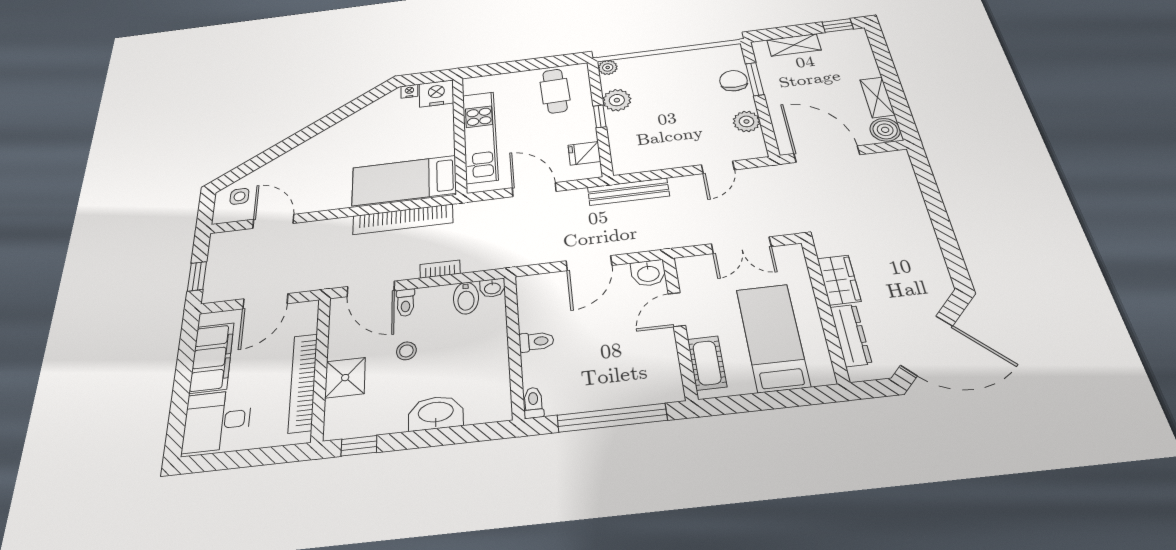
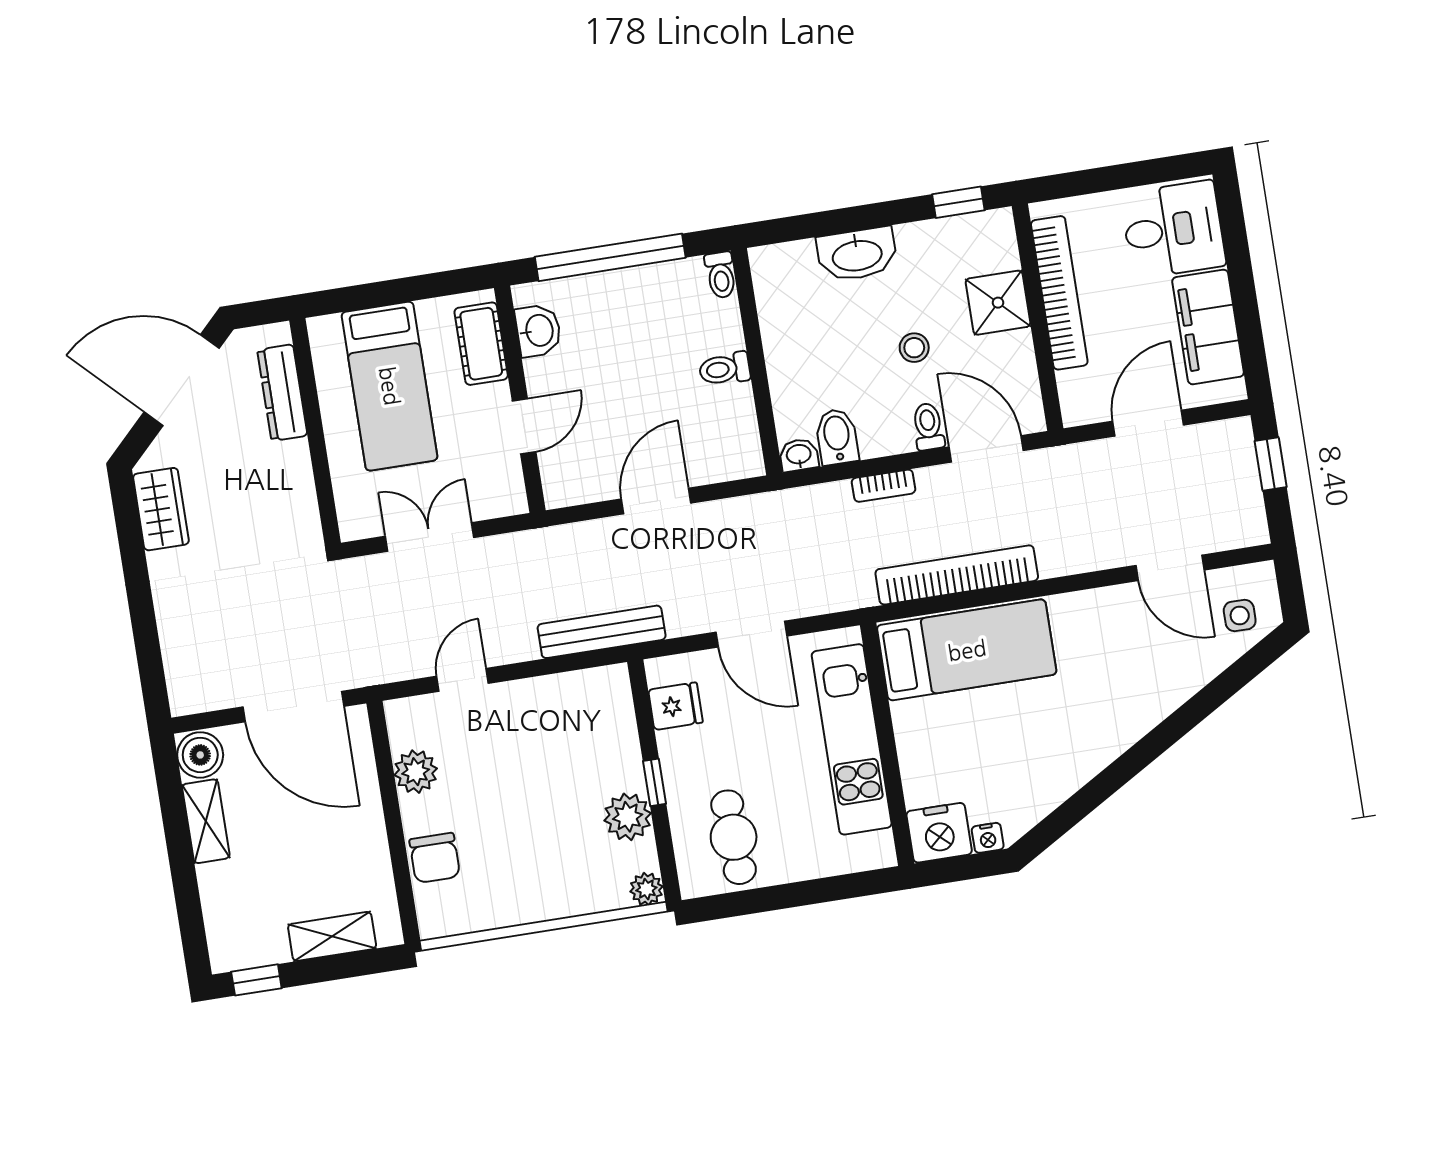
window: (755, 79) -> (400, 861), removed
washbasin: (648, 273) -> (538, 331), moved, turned 90
wardrobe: (839, 280) -> (161, 509), moved, turned 180

